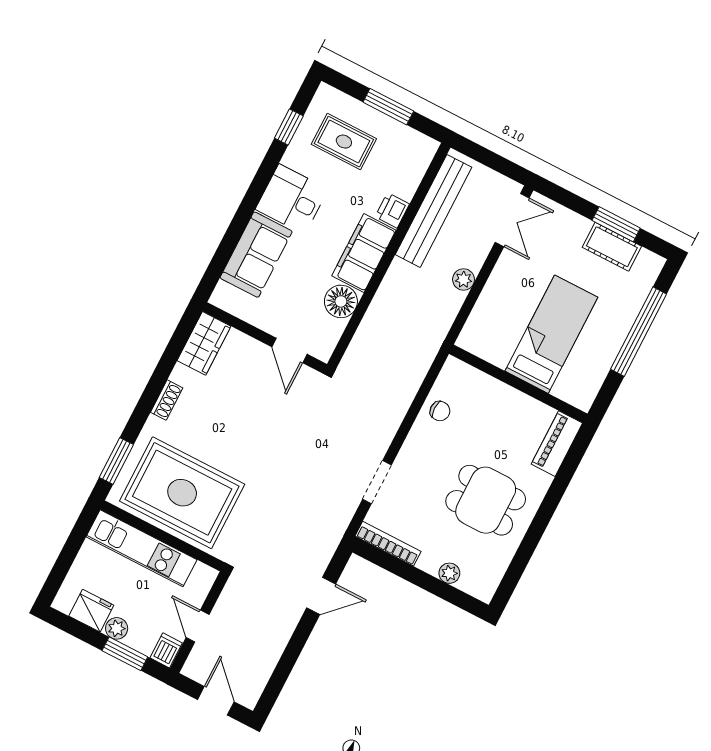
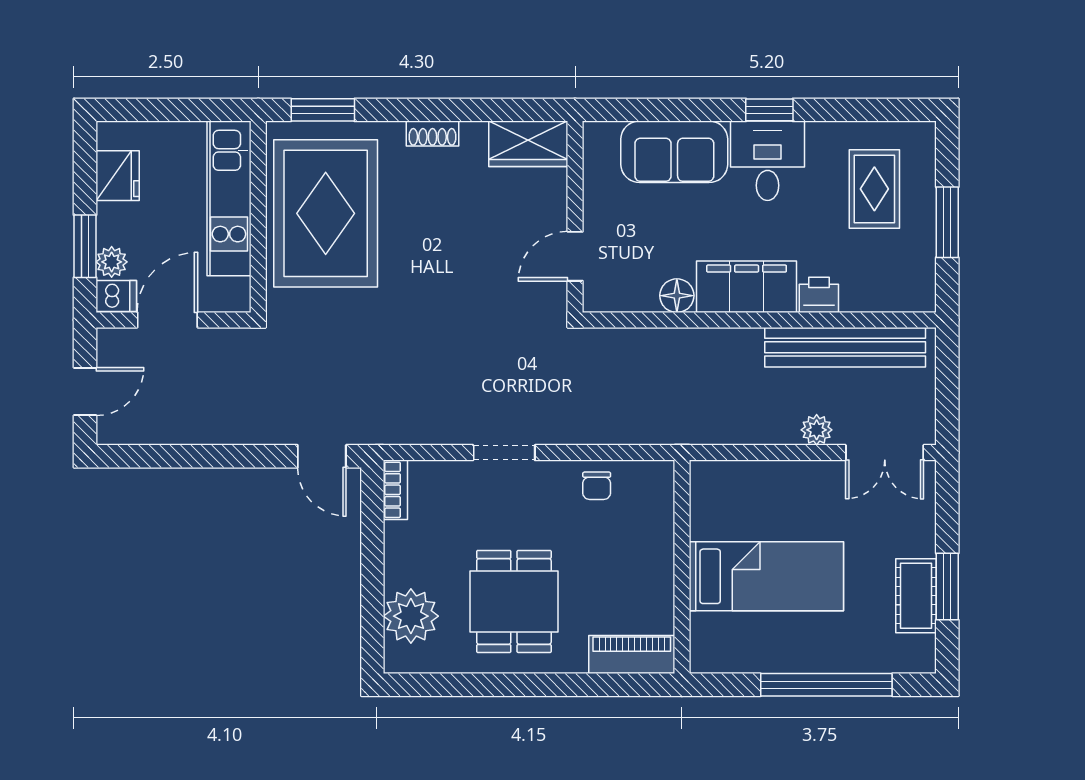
window: (289, 127) -> (769, 110), moved
plant: (464, 279) -> (817, 430), moved
floor lamp: (341, 301) -> (677, 296), width x0.73, depth x0.73
doorway: (377, 482) -> (504, 453), moved
bookcase: (388, 544) -> (395, 490), width x0.64
plant: (449, 573) -> (411, 616), width x1.88, depth x1.88
door: (321, 596) -> (322, 456), moved
door: (198, 626) -> (167, 320), width x1.37
plant: (117, 628) -> (112, 262), moved

